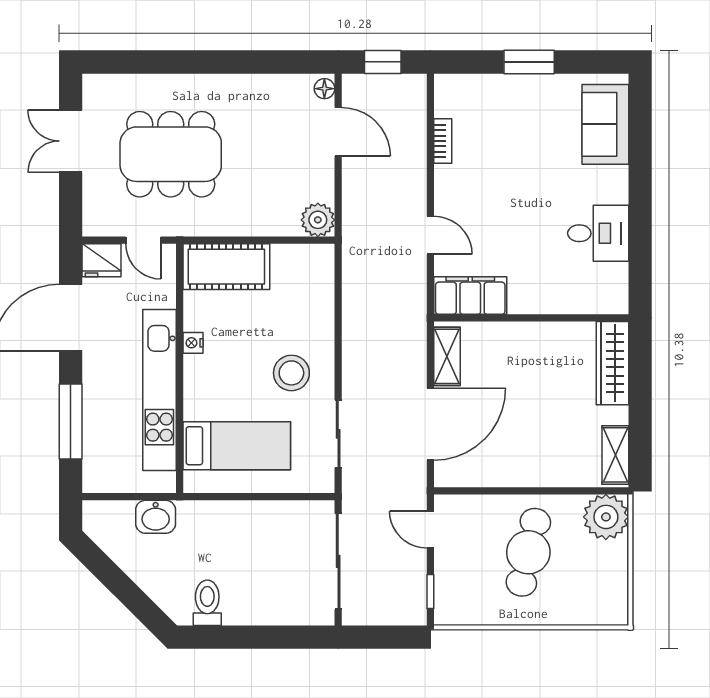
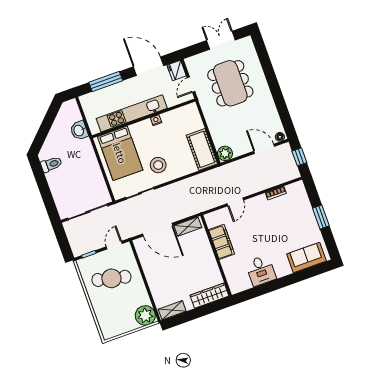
door: (338, 132) -> (264, 149), swing flipped
cot: (226, 267) -> (202, 149), moved
filing cabinet: (470, 296) -> (222, 242), moved
bed: (237, 446) -> (120, 153), width x1.50
cafe table: (528, 552) -> (111, 278), moved

